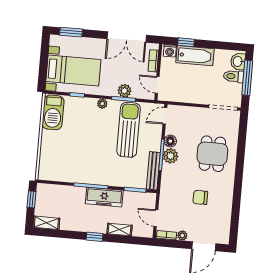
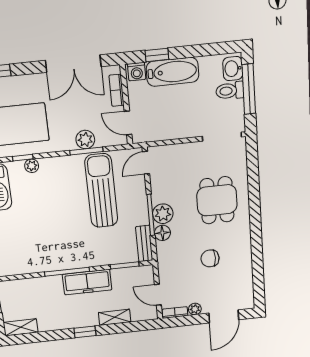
plant: (102, 104) -> (32, 166), moved
floor lamp: (170, 141) -> (162, 233), moved
bench: (153, 171) -> (144, 244), width x0.73

